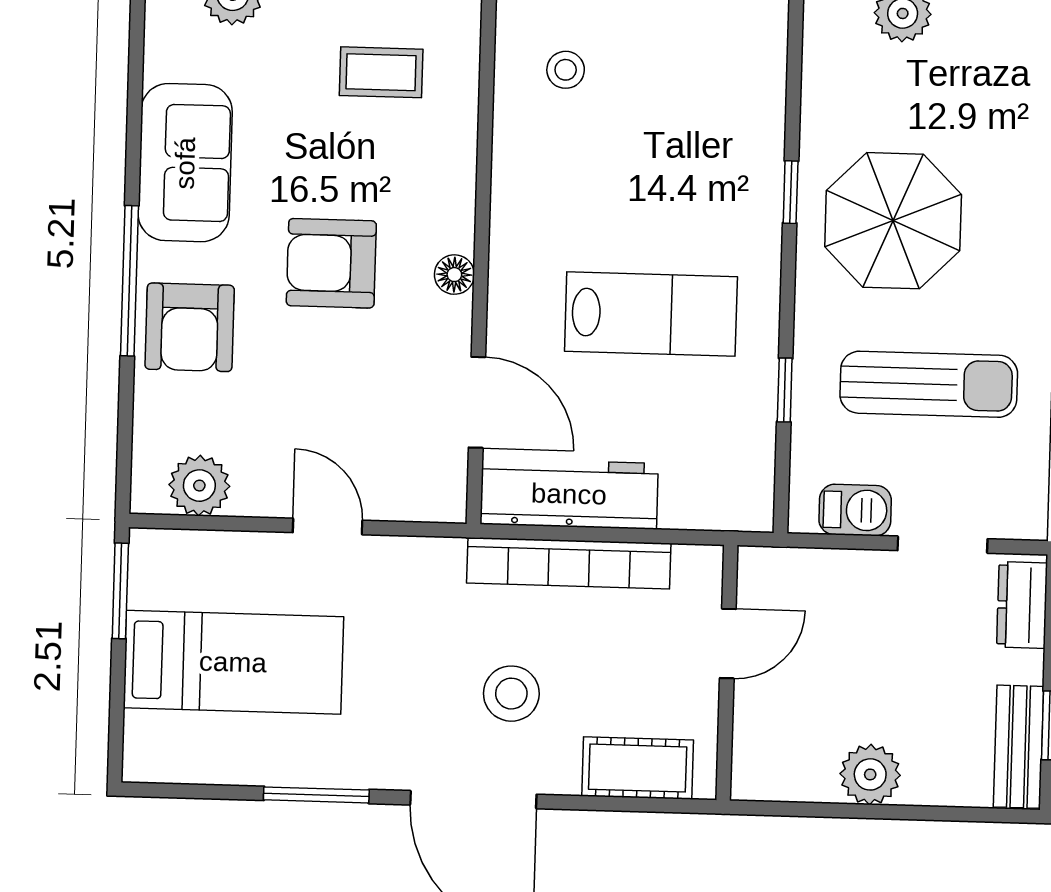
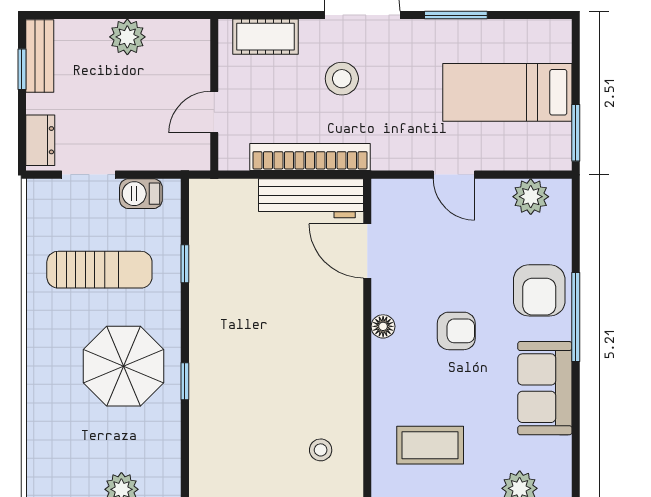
coffee table: (381, 72) -> (430, 445), width x1.36, depth x1.30
armchair: (331, 263) -> (456, 331), width x0.72, depth x0.72
lab bench: (651, 314) -> (266, 306), removed
armchair: (190, 327) -> (539, 290), turned 180
sun lounger: (929, 384) -> (99, 270), turned 180

